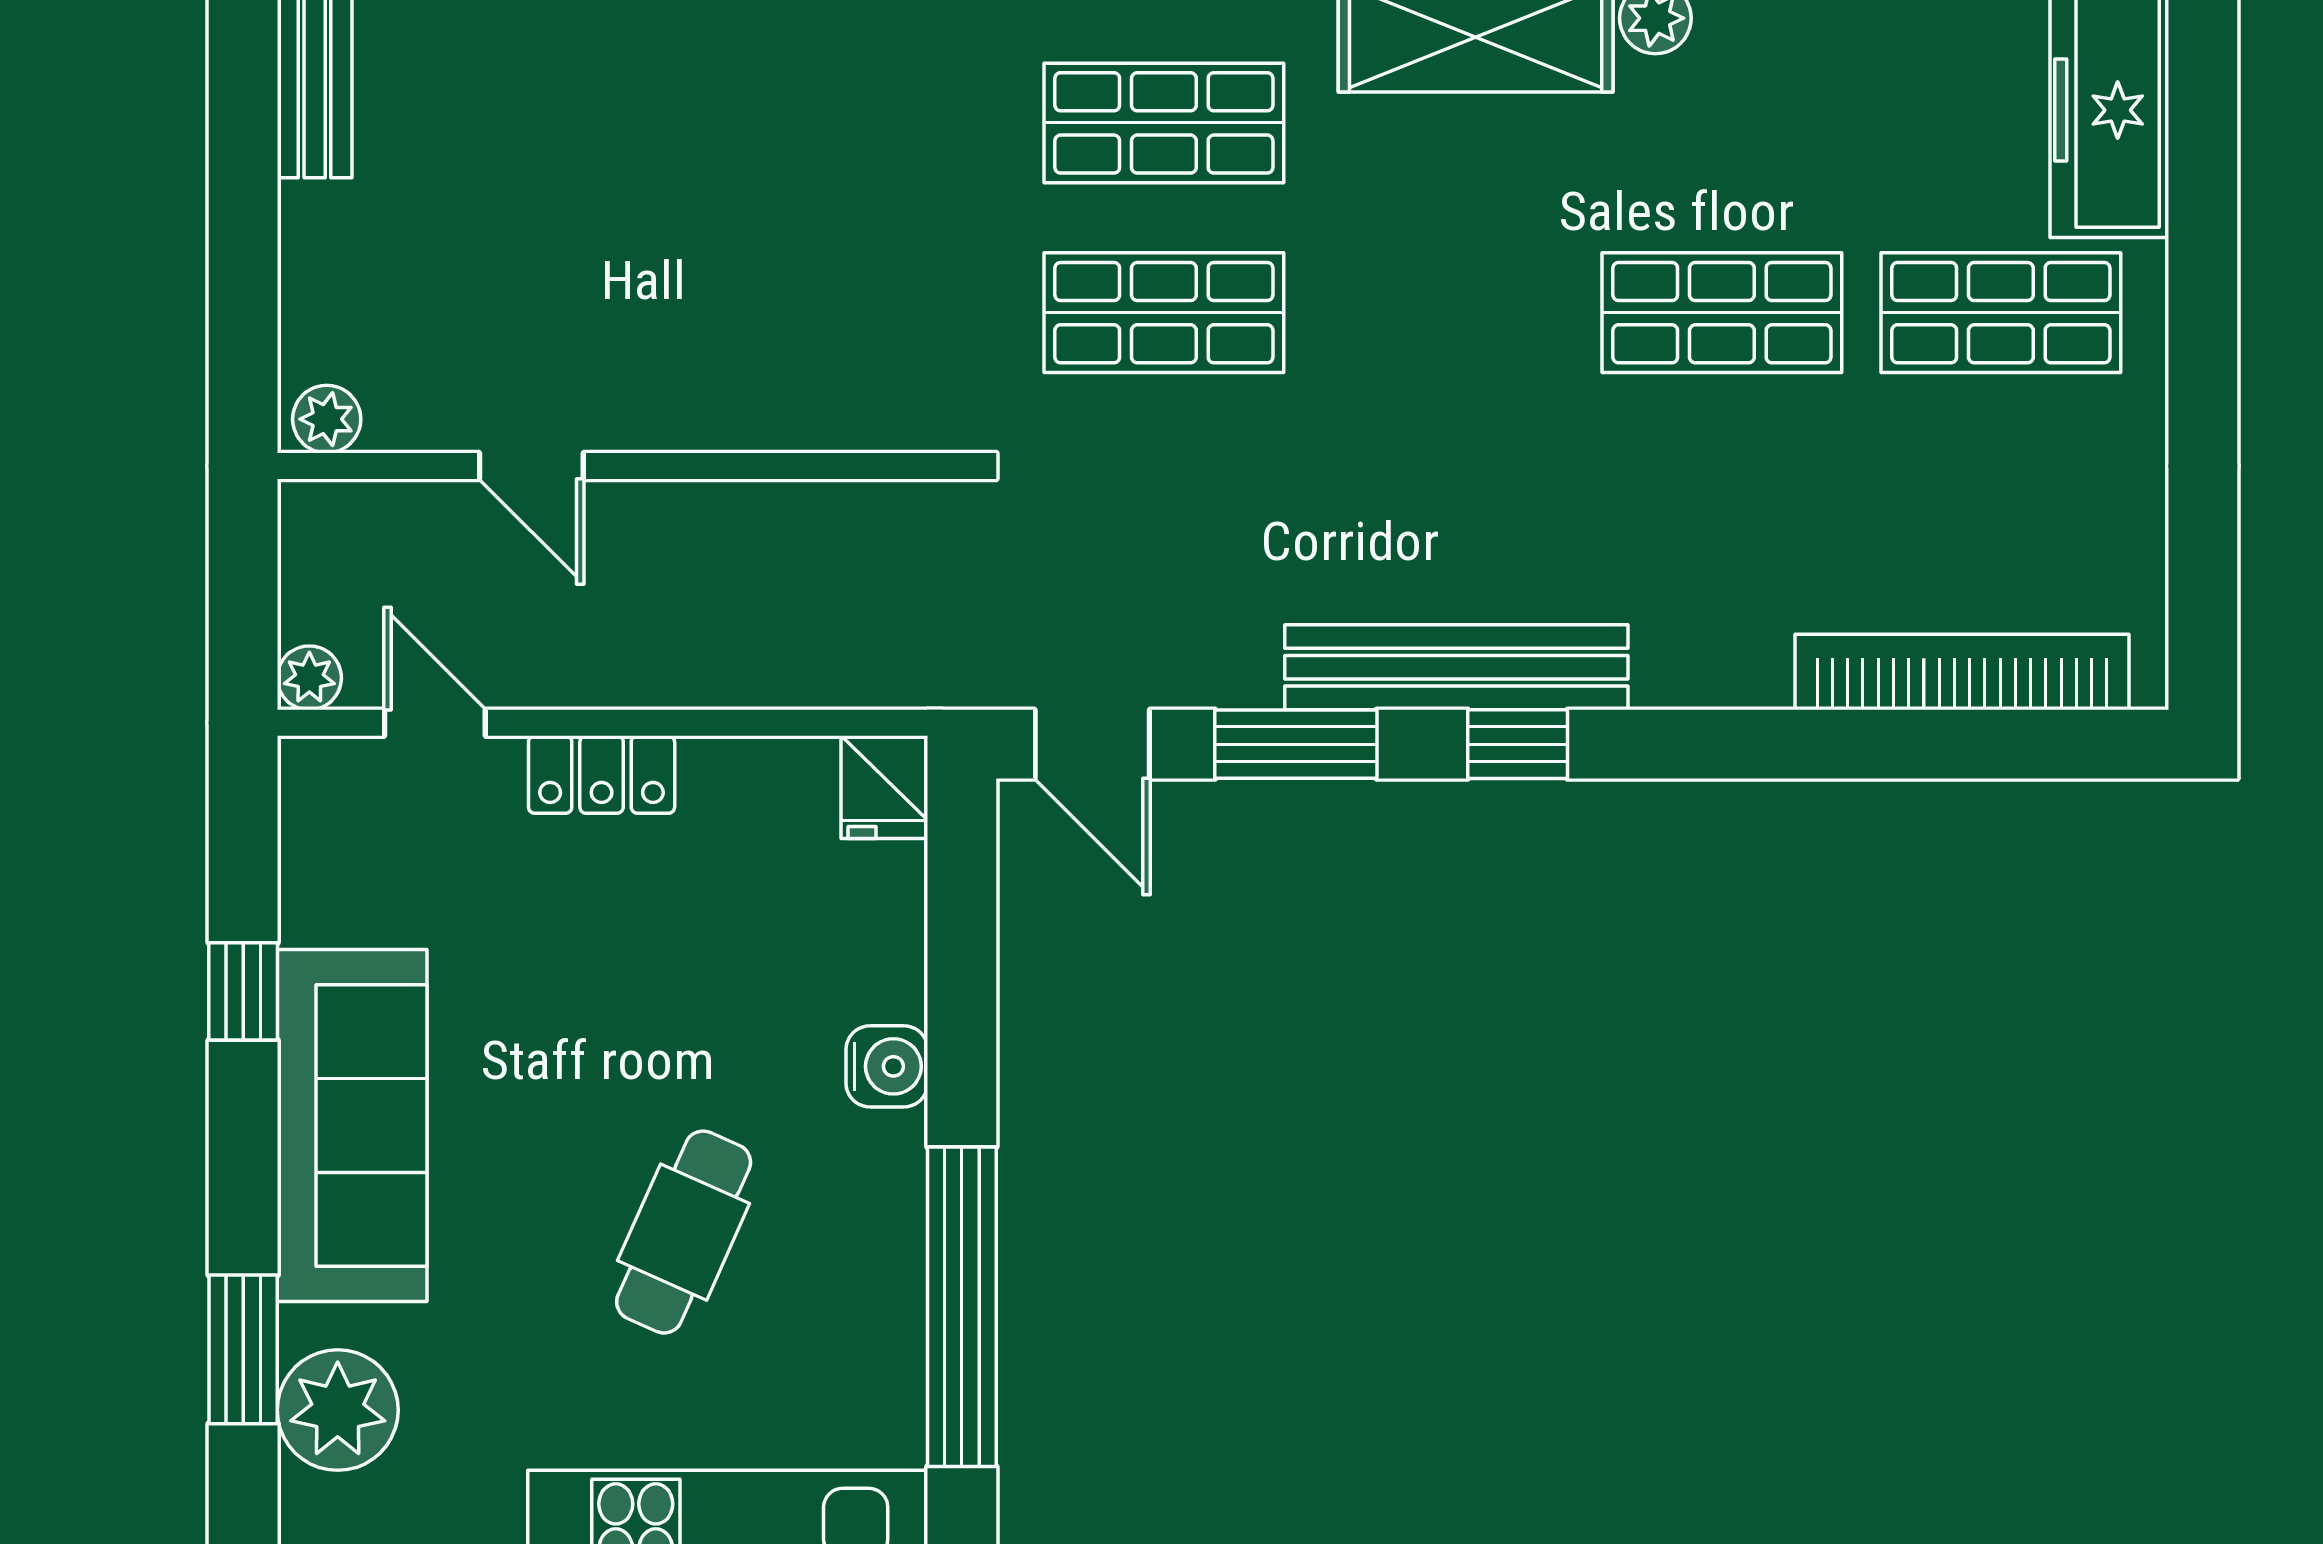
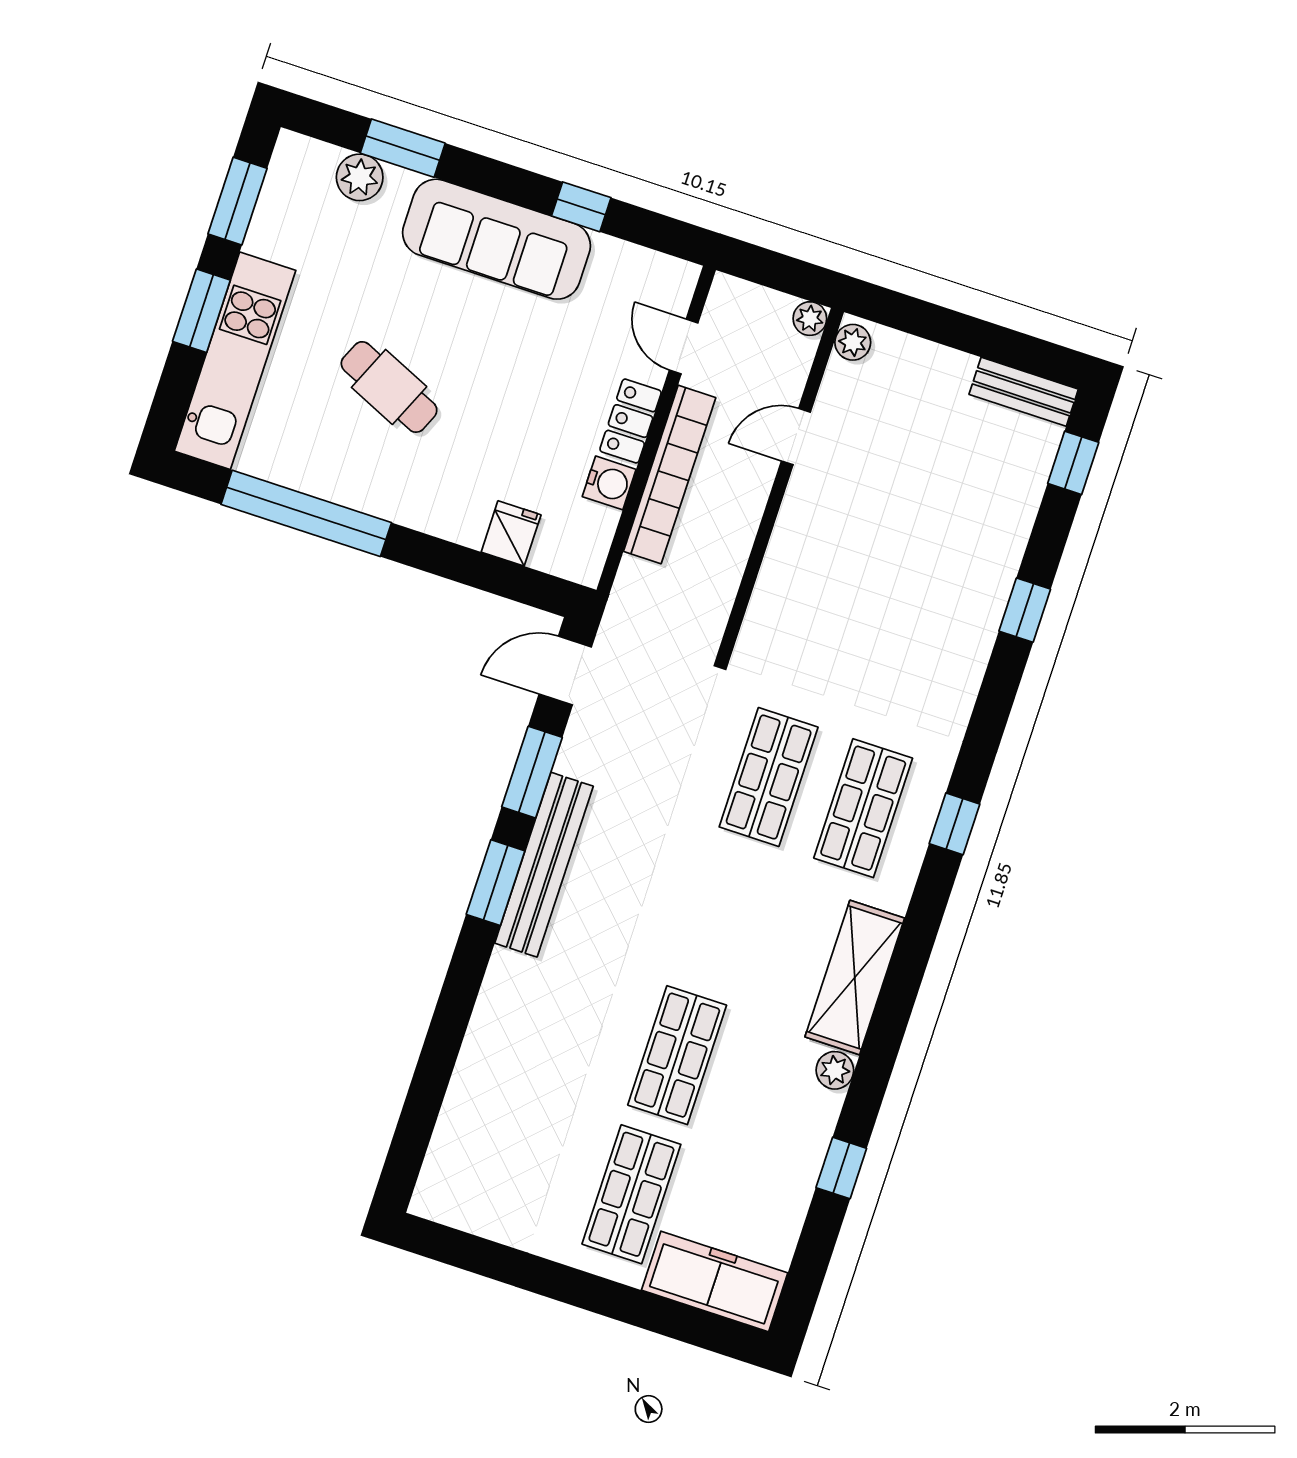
bookcase: (1962, 672) -> (670, 475), moved
plant: (309, 678) -> (810, 319), moved
door: (435, 723) -> (684, 346), swing flipped
window: (1518, 744) -> (496, 883), width x1.50
fridge: (884, 787) -> (511, 533), moved, turned 90
water cooler: (887, 1066) -> (609, 483), moved, turned -90
plant: (338, 1410) -> (360, 177), width x0.73, depth x0.73

